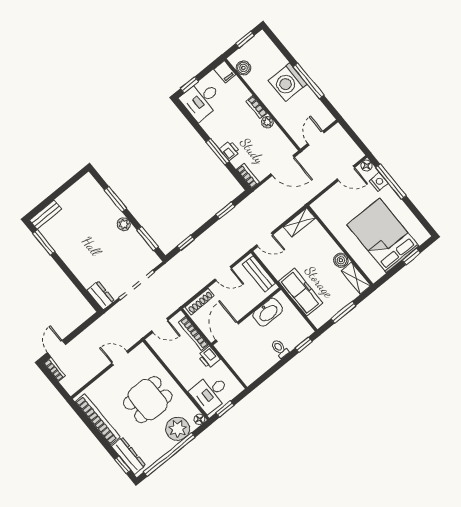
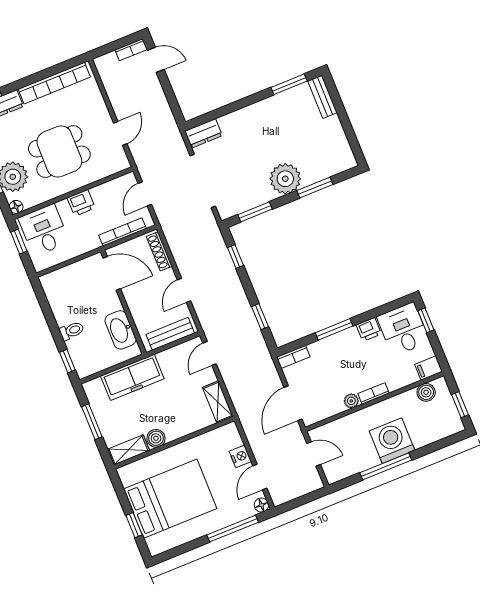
printer: (230, 150) -> (369, 329), moved
nightstand: (379, 182) -> (240, 456), moved, turned -90
plant: (124, 224) -> (285, 179), width x1.87, depth x1.87
printer: (209, 357) -> (81, 203), moved, turned 180
dining table: (148, 400) -> (59, 152), turned 90

